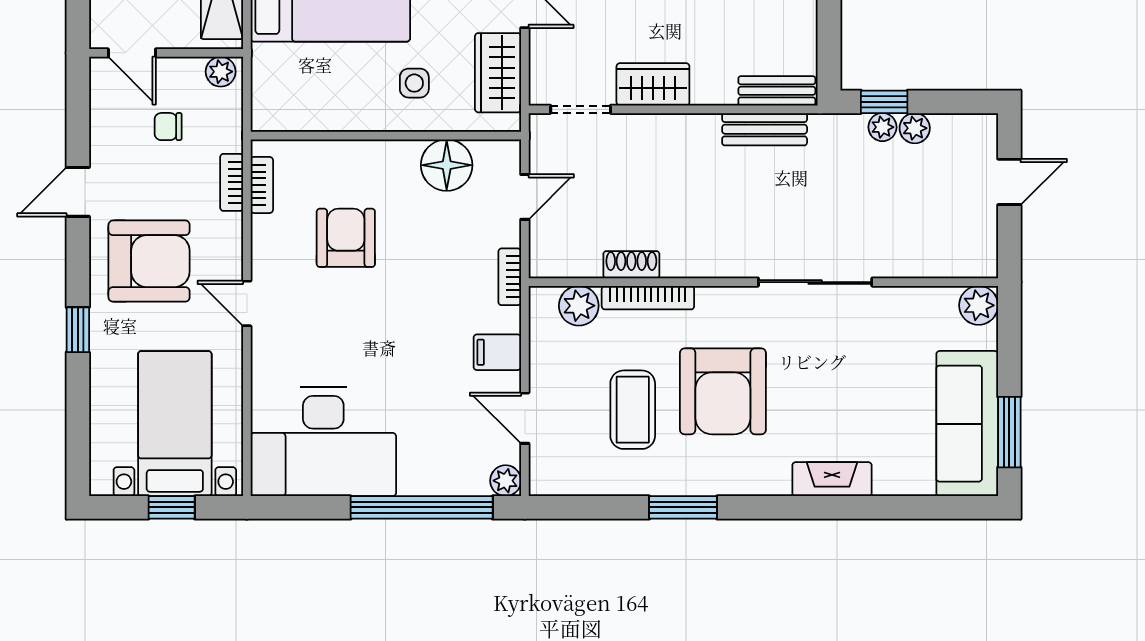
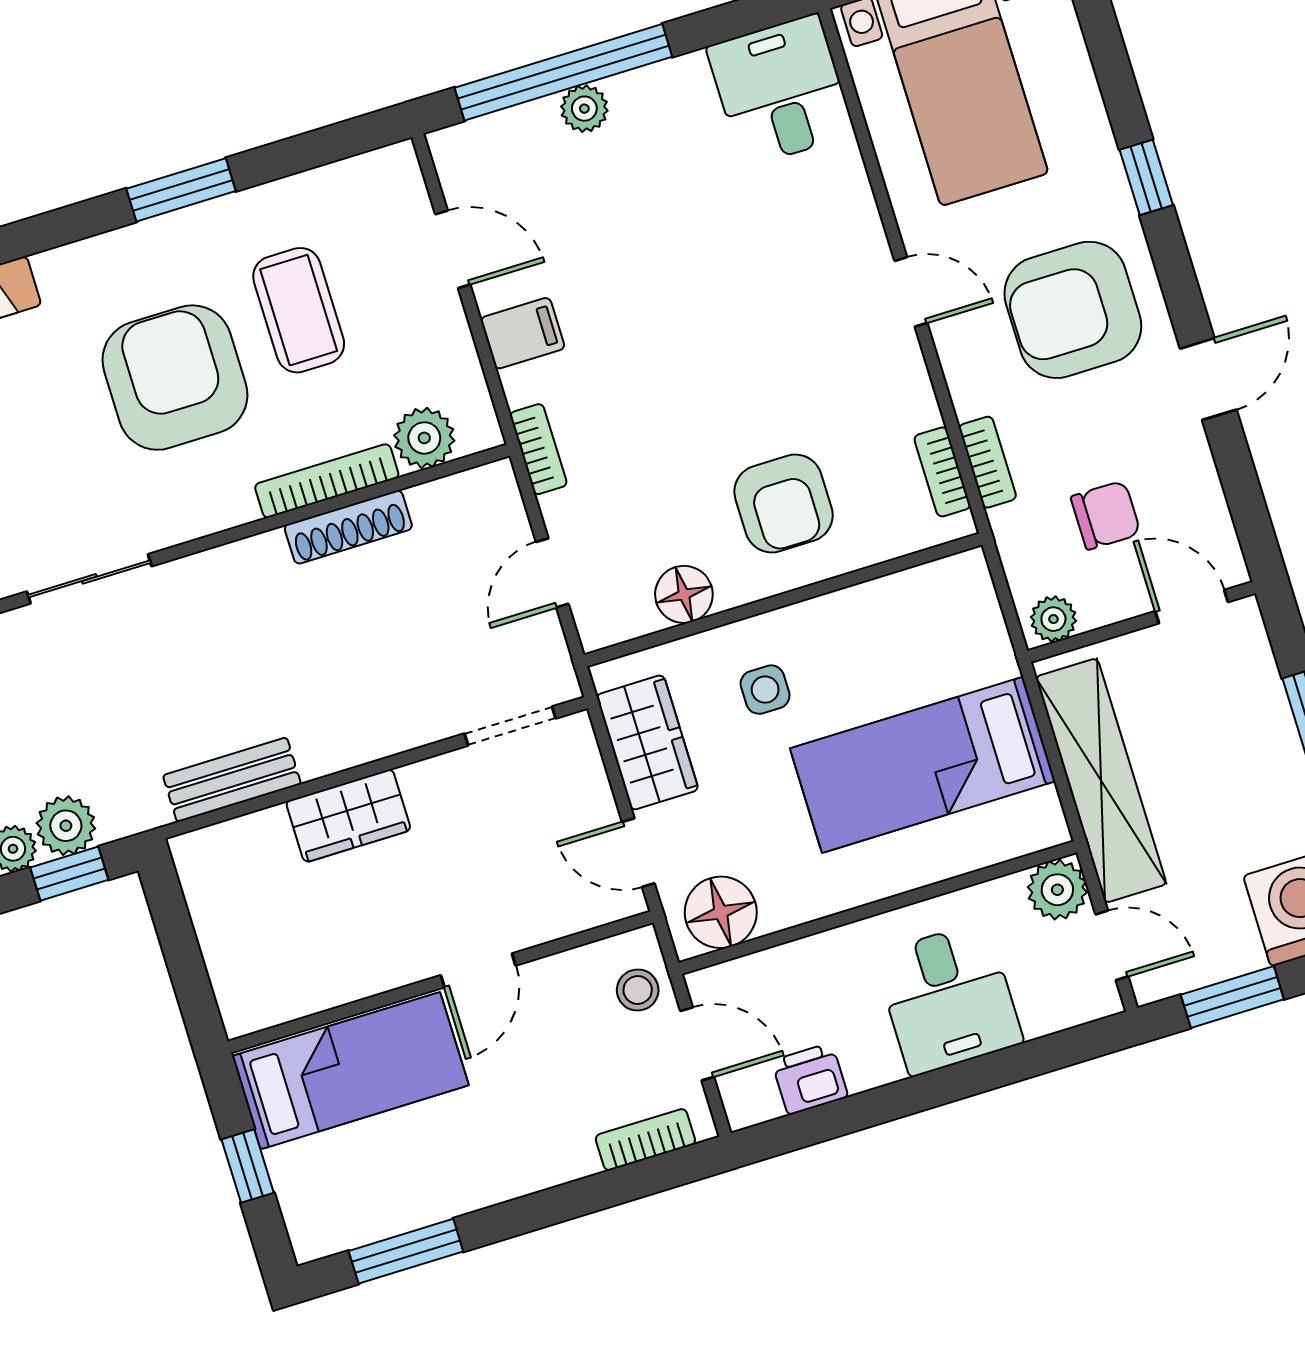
wardrobe: (653, 84) -> (348, 816), moved
bench: (777, 91) -> (231, 841), removed
chair: (168, 127) -> (1106, 515), width x1.37, depth x1.37
plant: (882, 127) -> (66, 826), width x1.38, depth x1.38
floor lamp: (447, 165) -> (684, 594), width x0.73, depth x0.73
armchair: (346, 238) -> (784, 503), moved
shoe rack: (631, 265) -> (348, 527), width x1.43
sliding door: (815, 282) -> (89, 579), width x0.73
desk: (323, 442) -> (781, 91), width x0.53, depth x0.77
plant: (506, 481) -> (584, 109), moved

